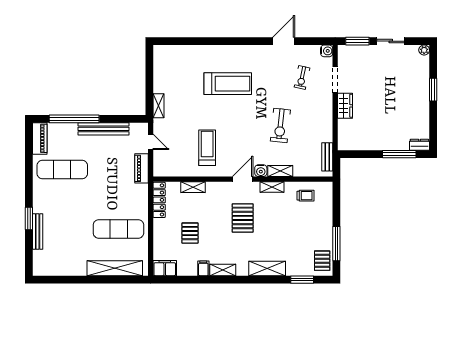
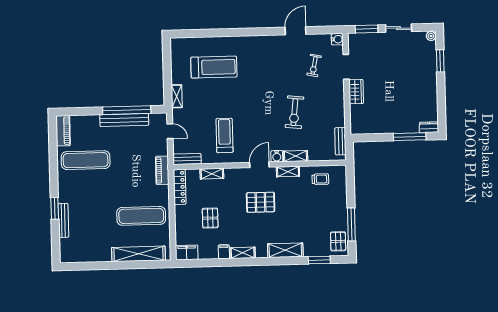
treadmill: (228, 84) -> (214, 67), moved
window: (433, 90) -> (440, 61), moved
window: (74, 119) -> (127, 110), moved
piano: (142, 168) -> (162, 170), moved
bench: (168, 171) -> (187, 159), added
pallet: (243, 218) -> (261, 202), turned 90

